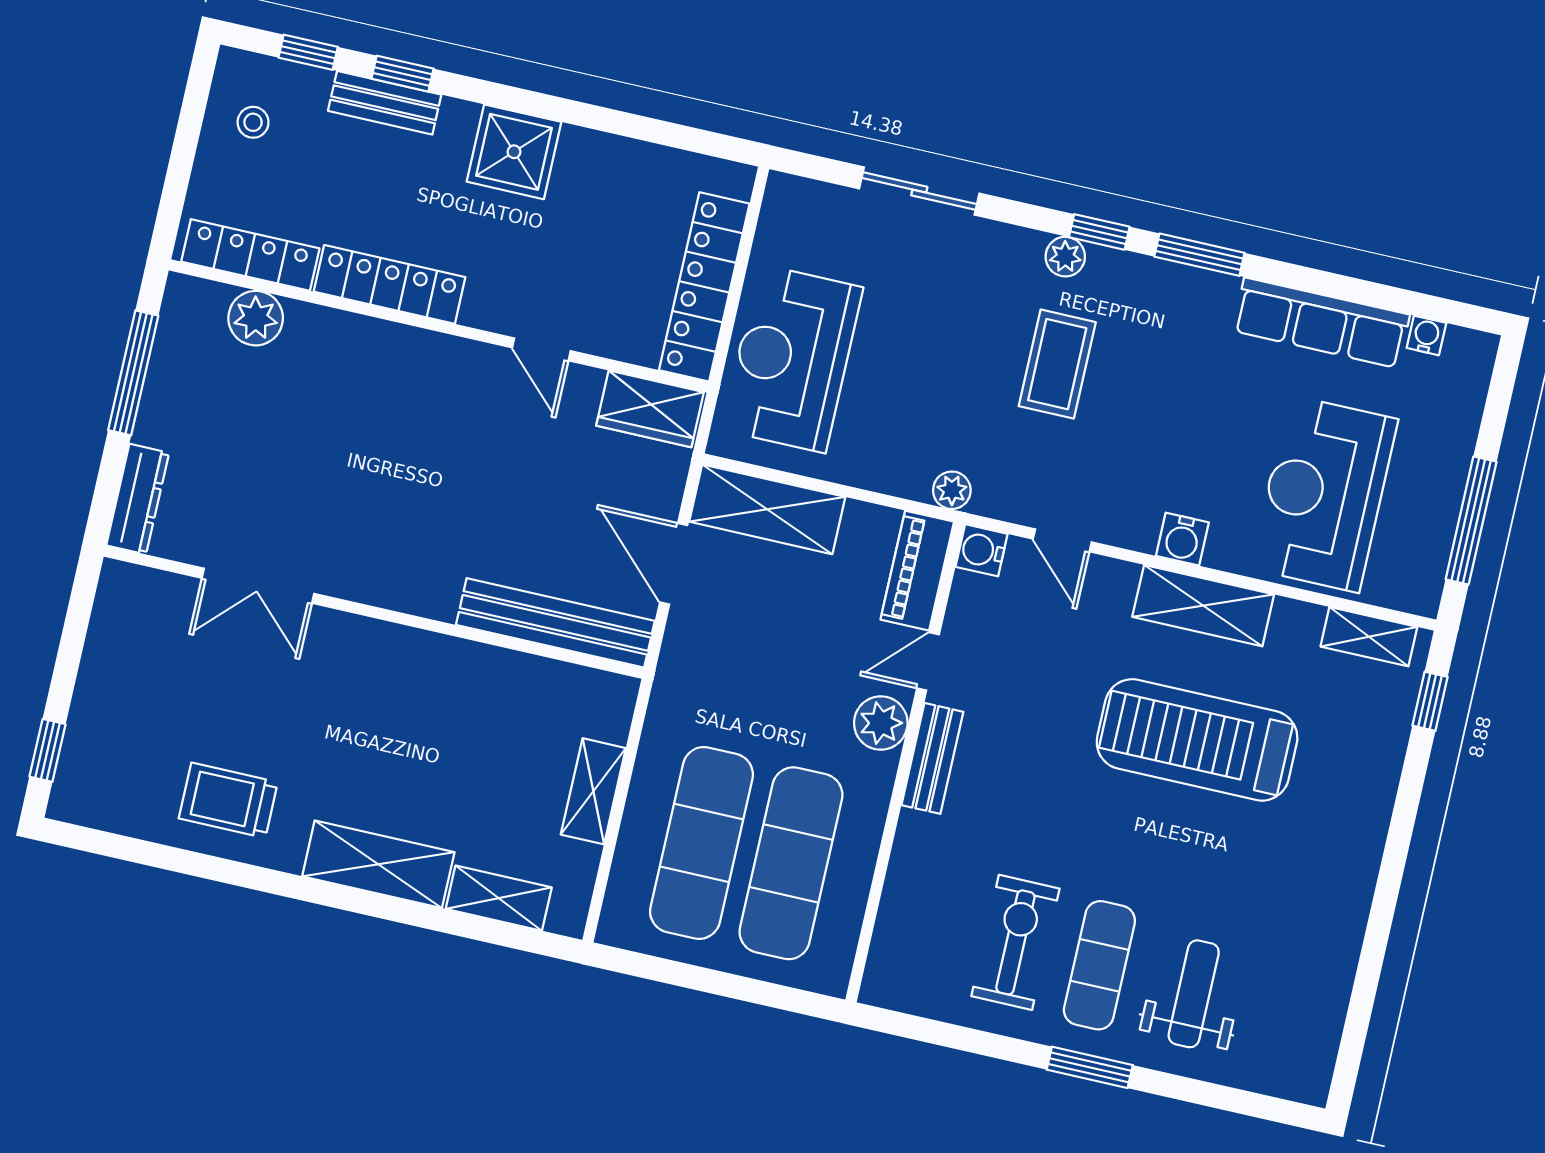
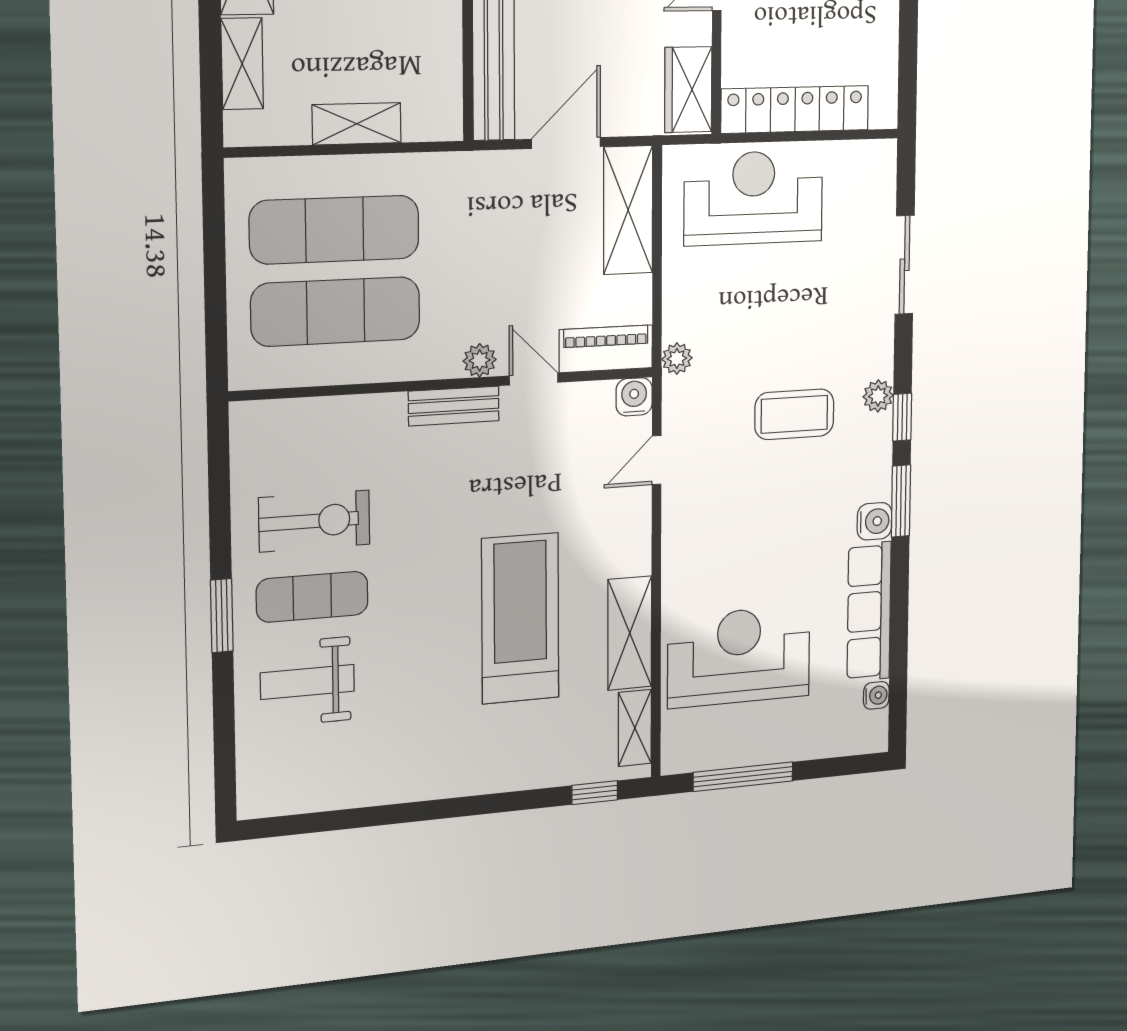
water cooler: (1182, 539) -> (874, 521), moved, turned 180
shelving: (1203, 606) -> (630, 633), moved
plant: (881, 723) -> (480, 360), width x0.73, depth x0.73
weight bench: (1194, 994) -> (307, 682), turned 180

